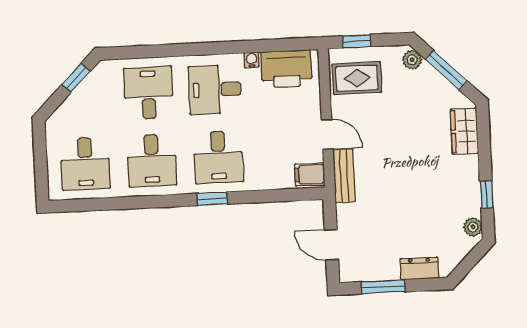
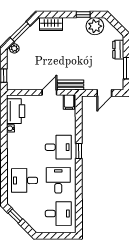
rug: (357, 78) -> (22, 76), removed
desk: (215, 90) -> (24, 147), removed
desk: (152, 160) -> (58, 180), turned -90
plant: (473, 227) -> (95, 26), width x1.88, depth x1.88

